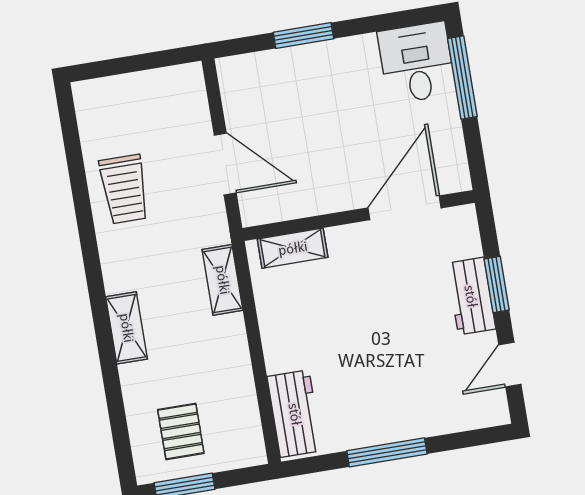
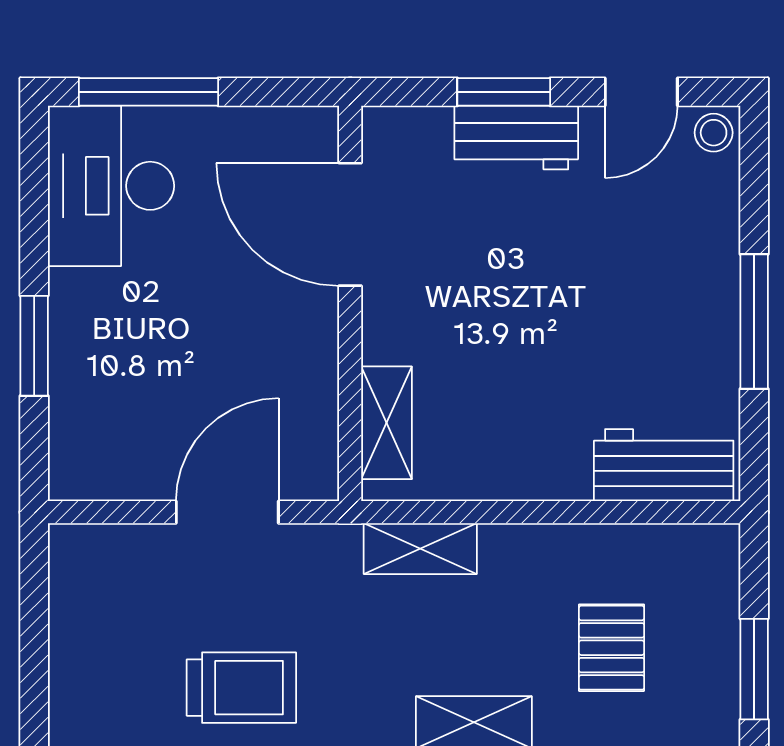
desk: (417, 63) -> (111, 186), width x1.37
door: (510, 365) -> (641, 92), hinge flipped
stool: (493, 411) -> (714, 133), added
pallet: (181, 431) -> (612, 648), moved, turned 90

